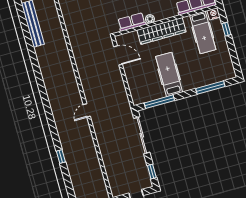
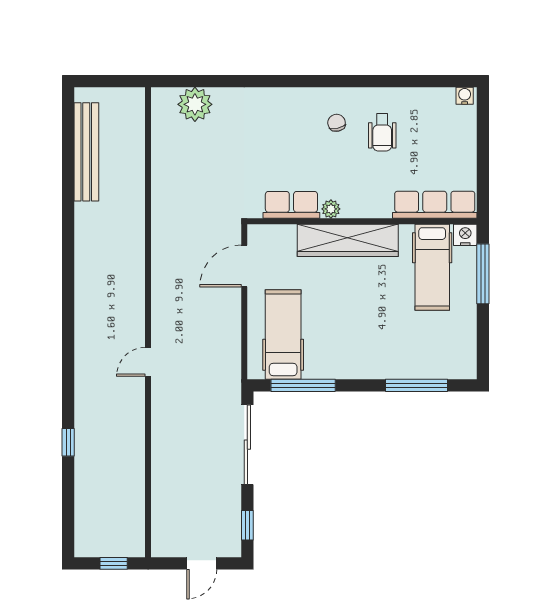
window: (226, 29) -> (483, 274), width x2.17
door: (118, 55) -> (244, 266), swing flipped
hospital bed: (169, 74) -> (283, 335), moved

